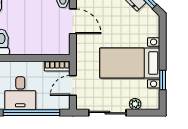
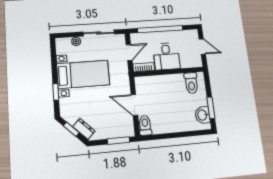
window: (163, 80) -> (56, 92), moved
desk: (20, 93) -> (166, 56), moved, turned 180

